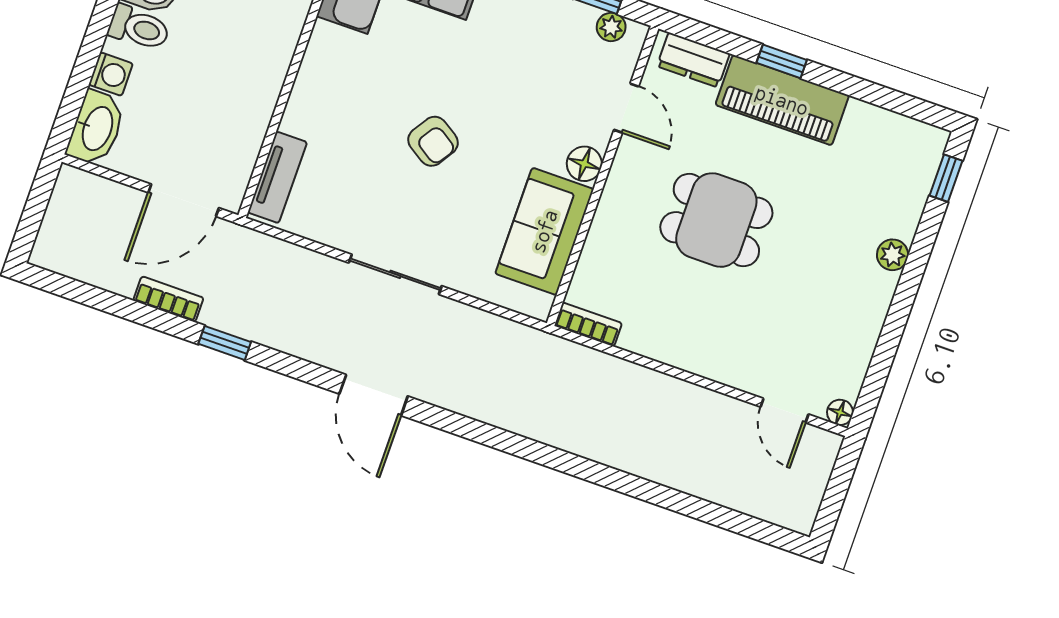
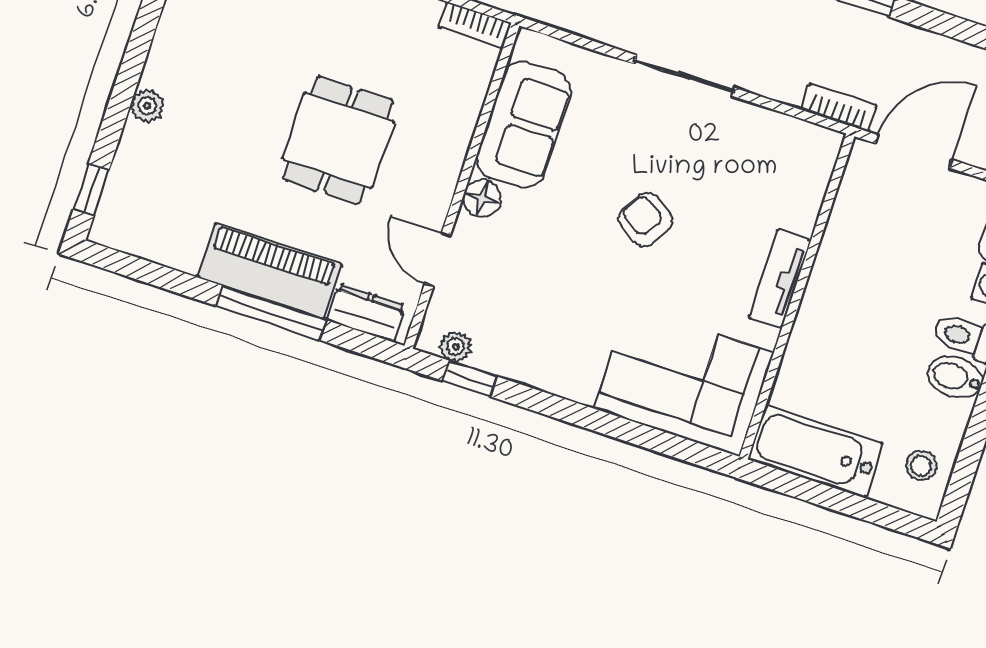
window: (782, 61) -> (271, 313), width x2.17
tv unit: (277, 177) -> (780, 279), moved
dining table: (716, 220) -> (338, 140), turned 90
bookcase: (168, 299) -> (839, 107), moved, turned 180

